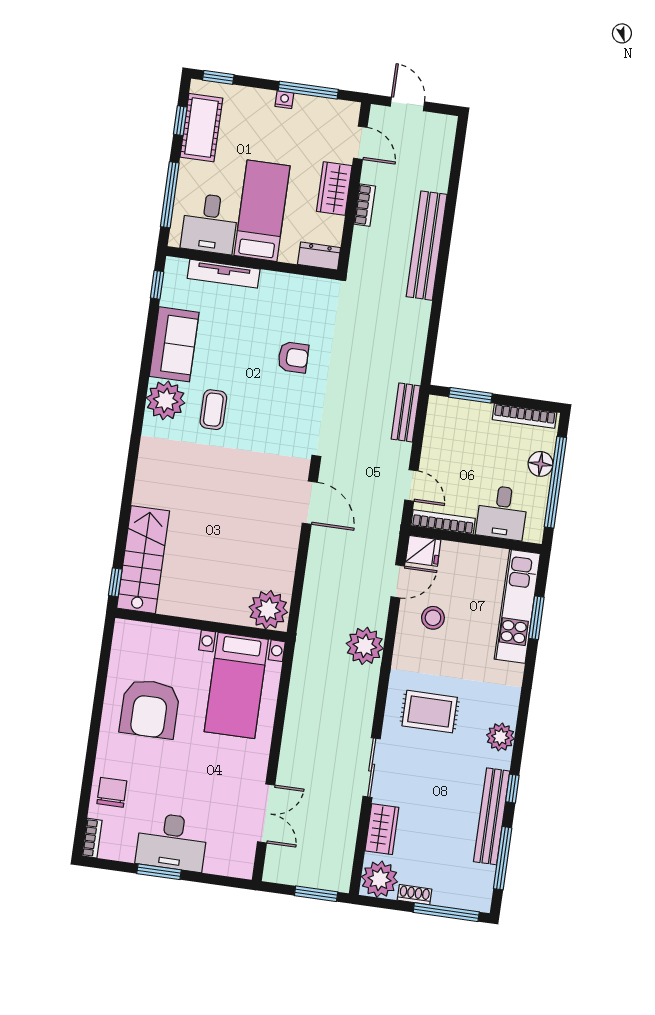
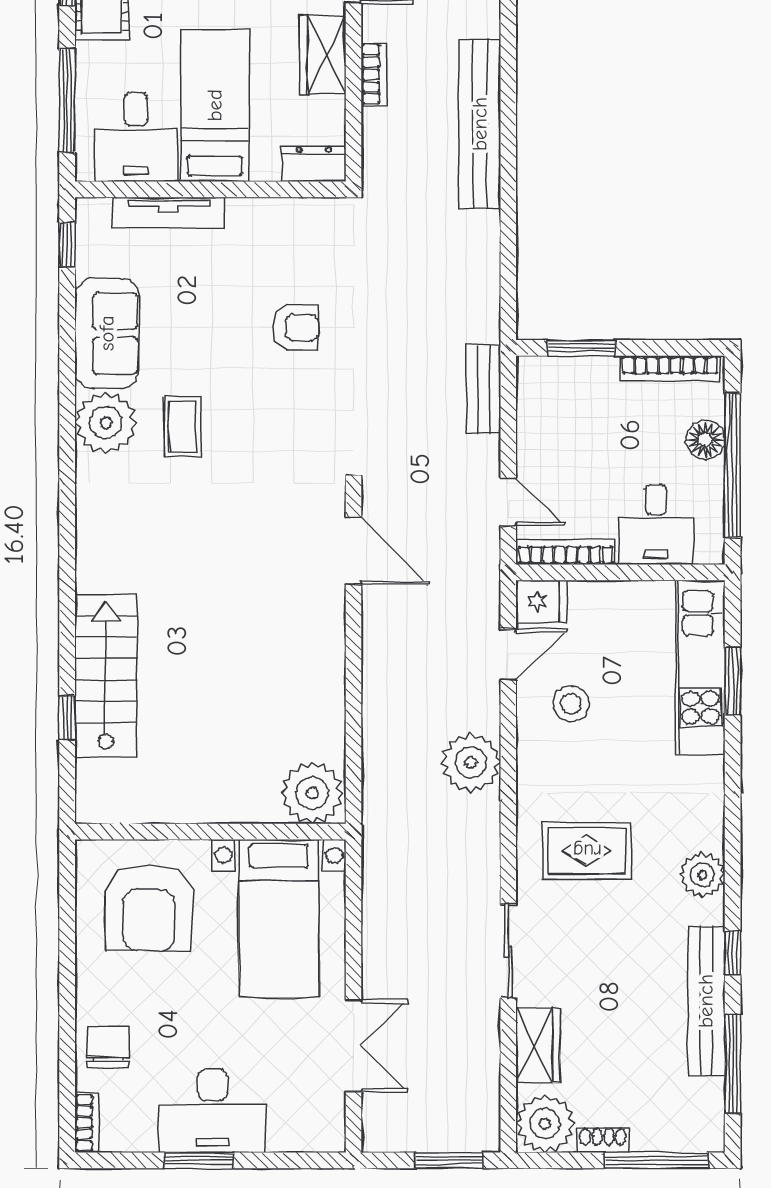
plant: (268, 610) -> (312, 793), moved
wall: (201, 625) -> (210, 832), moved
bed with nightstands: (236, 686) -> (279, 918), moved

